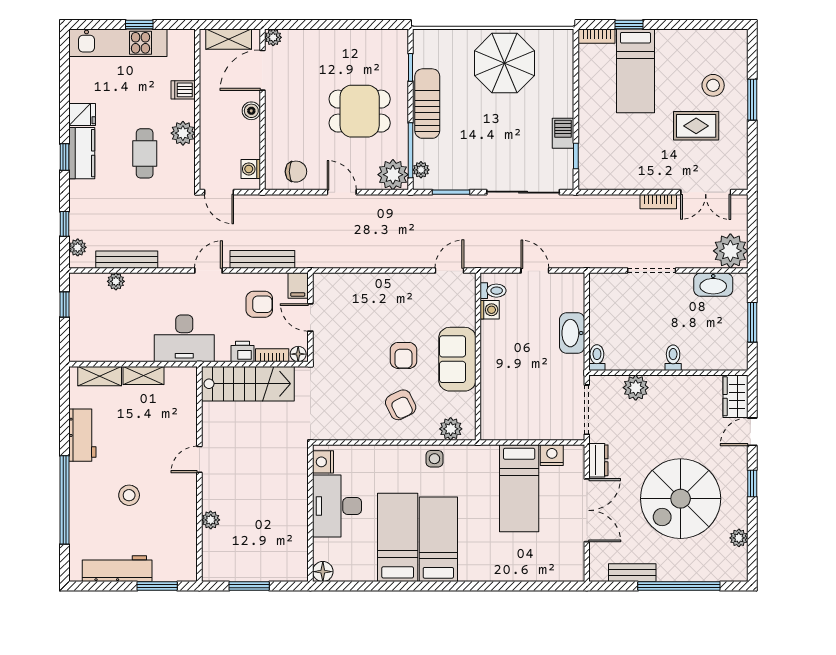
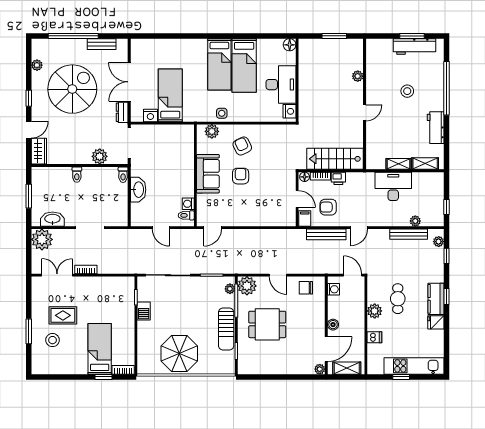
desk: (184, 338) -> (393, 186), moved
window: (157, 586) -> (412, 36), moved

